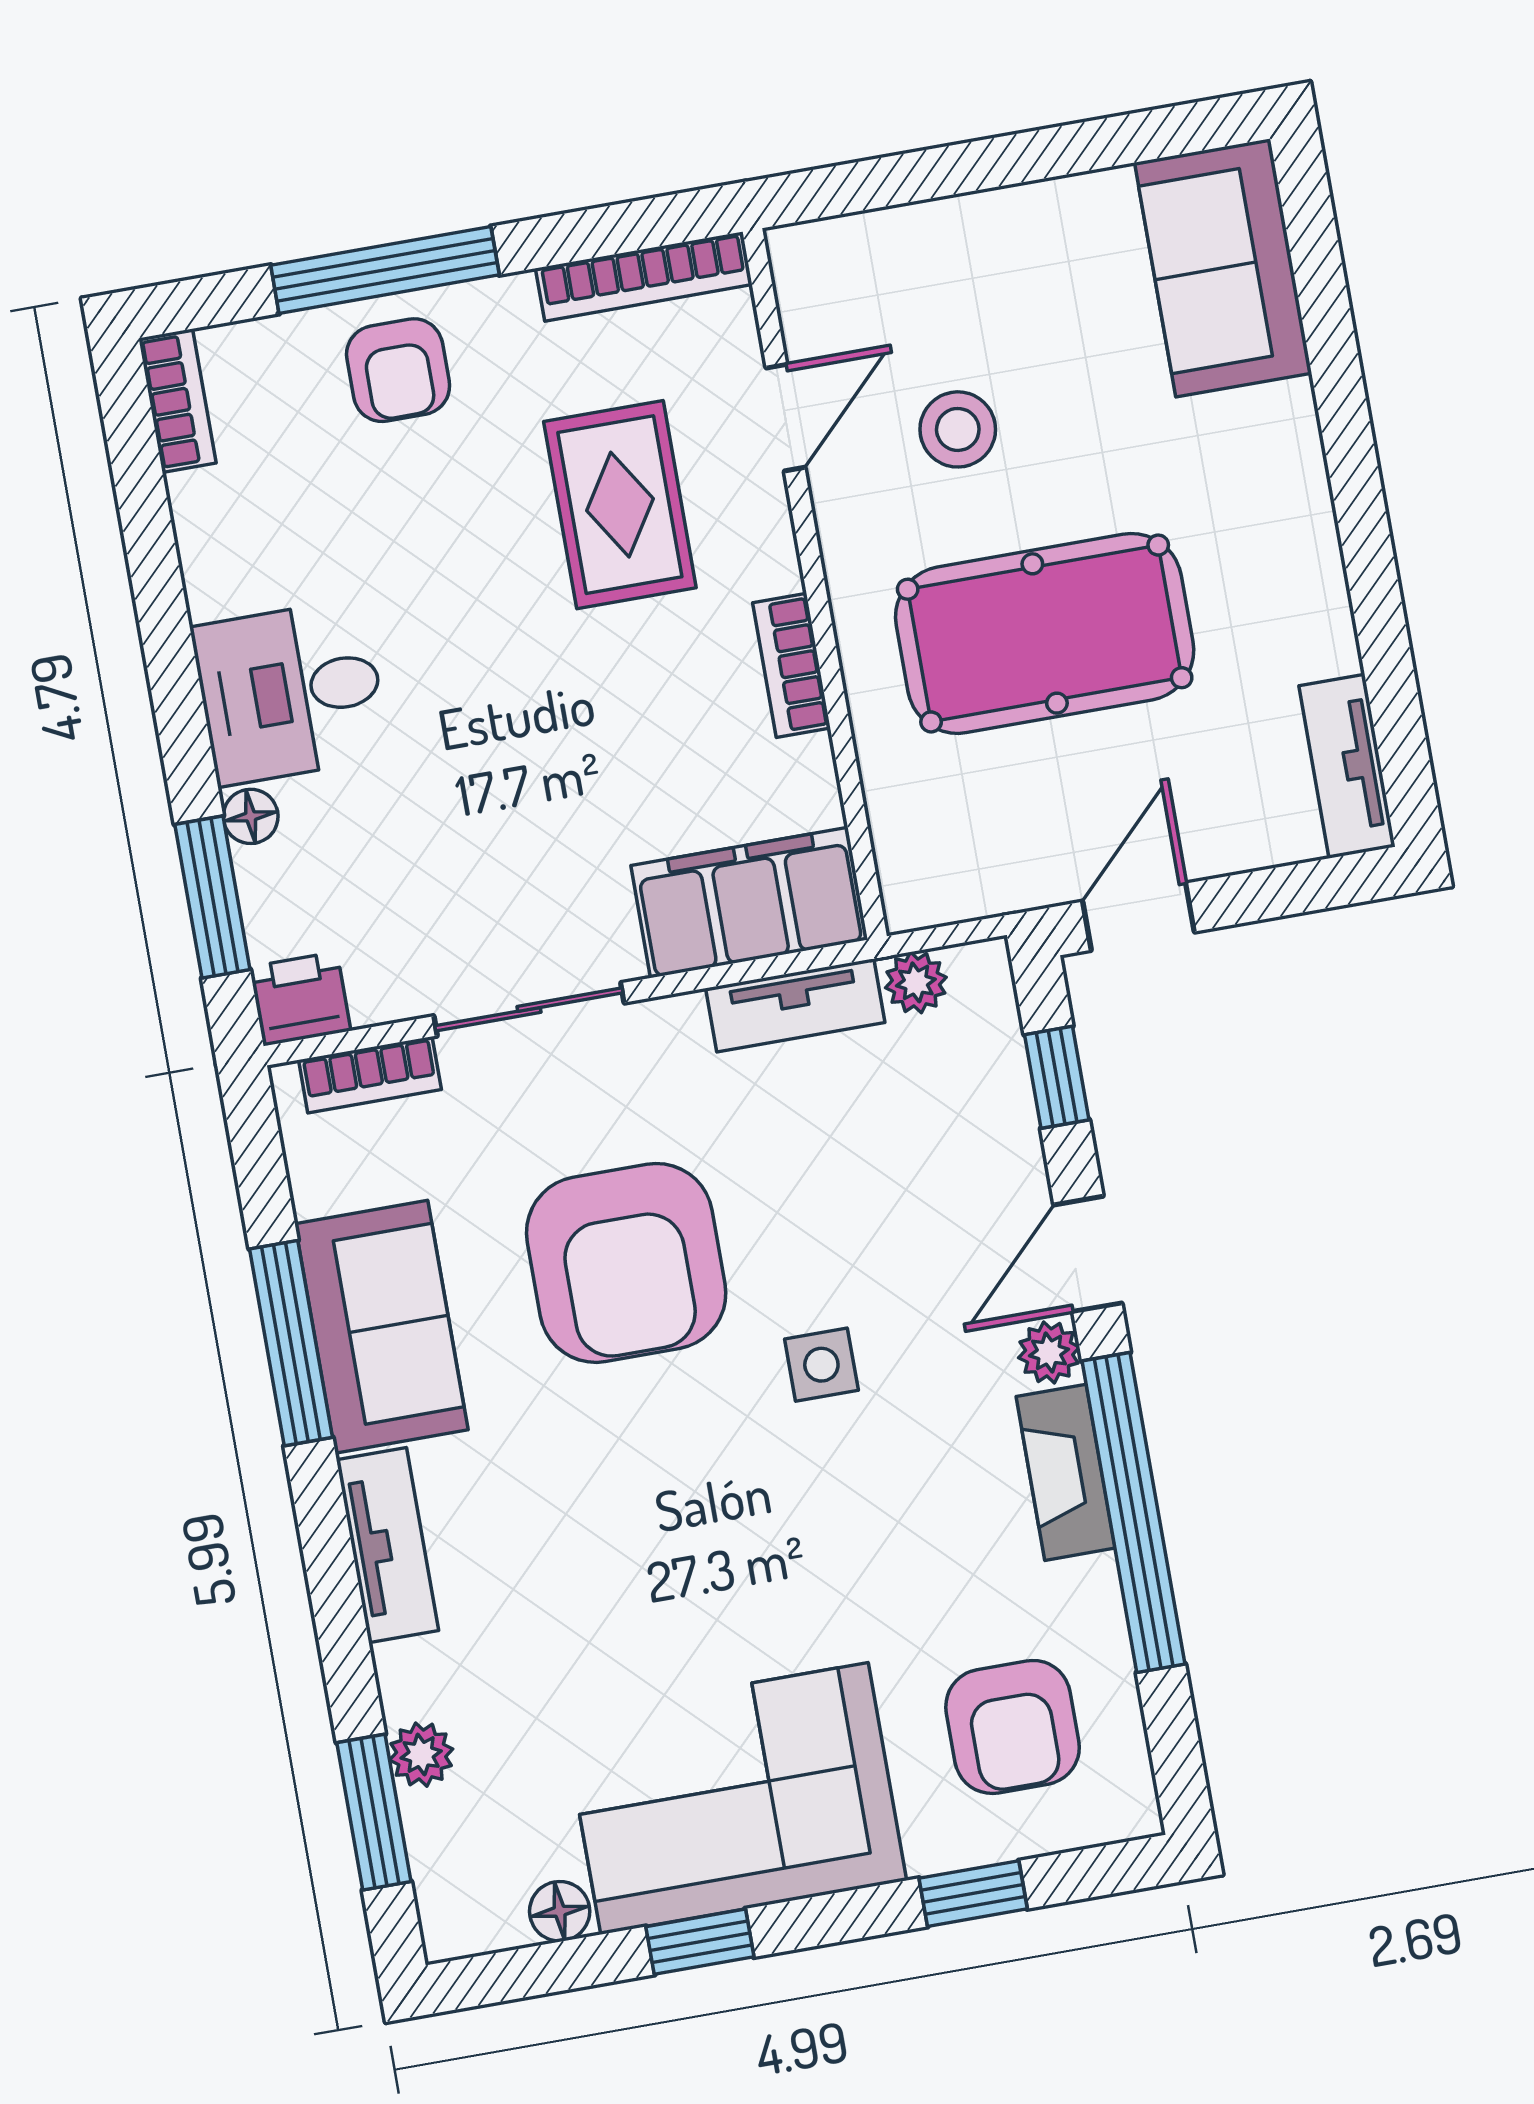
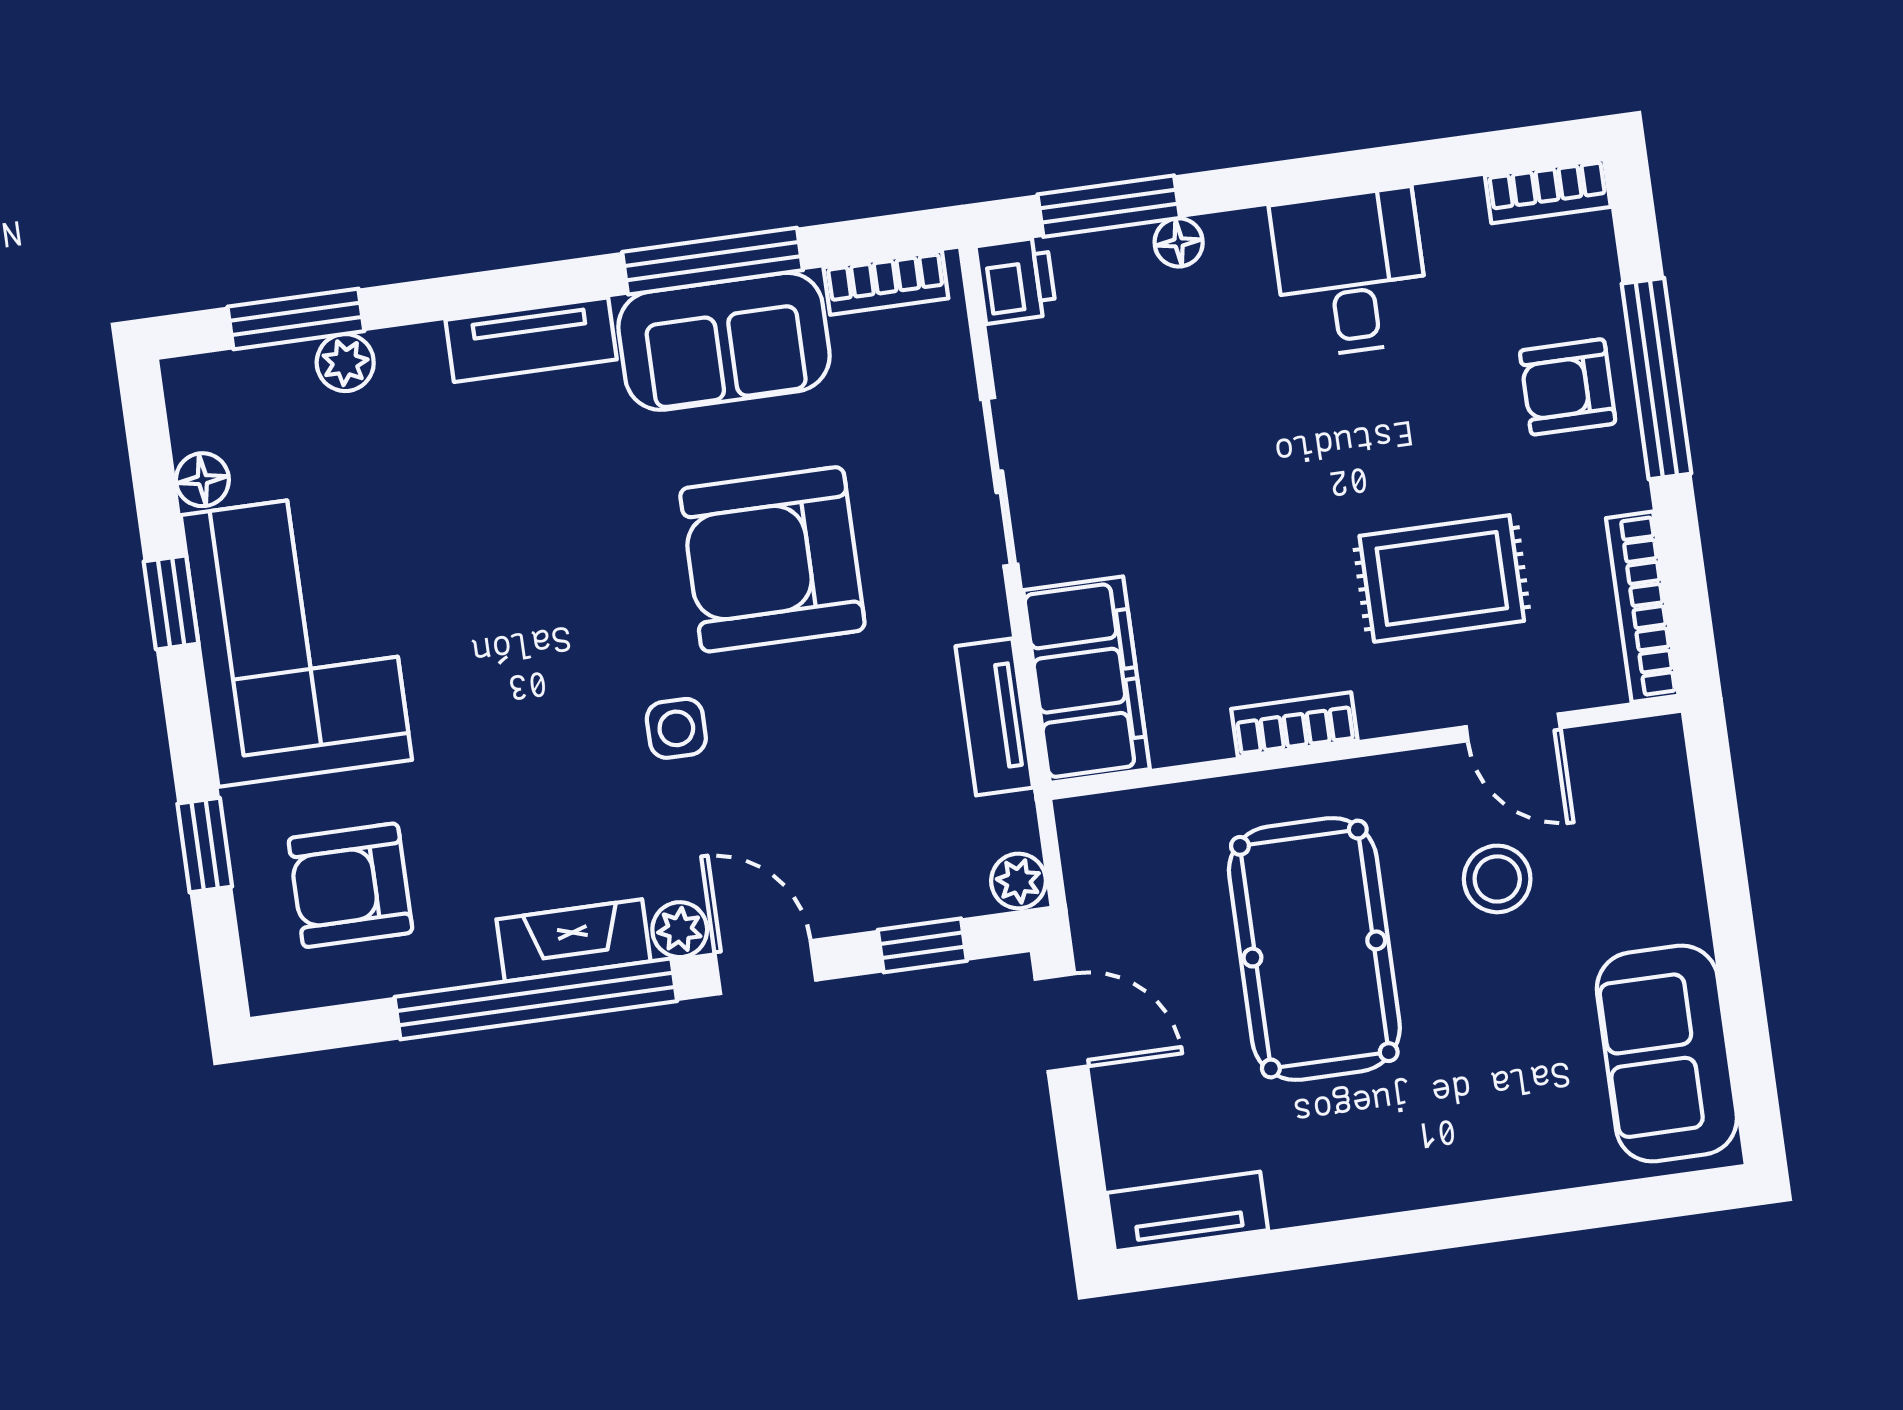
sofa: (1223, 268) -> (1667, 1053), moved, turned -90
desk: (291, 692) -> (1351, 273), moved
plant: (916, 982) -> (1018, 881), moved
bookcase: (370, 1075) -> (886, 283), moved, turned -90

